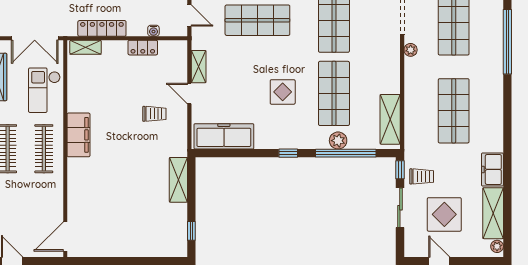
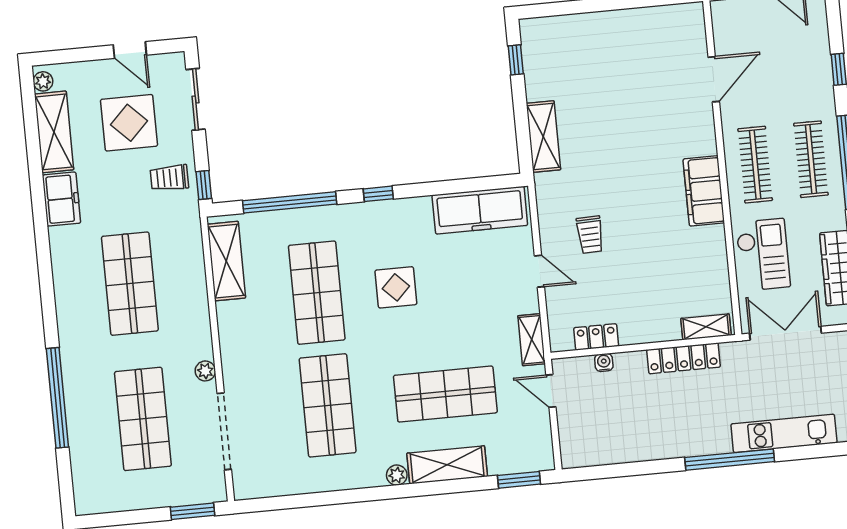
locker: (143, 48) -> (596, 337), moved
shelving: (199, 67) -> (532, 340), moved
trolley: (154, 114) -> (590, 235), turned -92
plant: (338, 141) -> (303, 221), removed
sliding door: (400, 208) -> (196, 99), moved
door: (65, 236) -> (714, 79), moved

